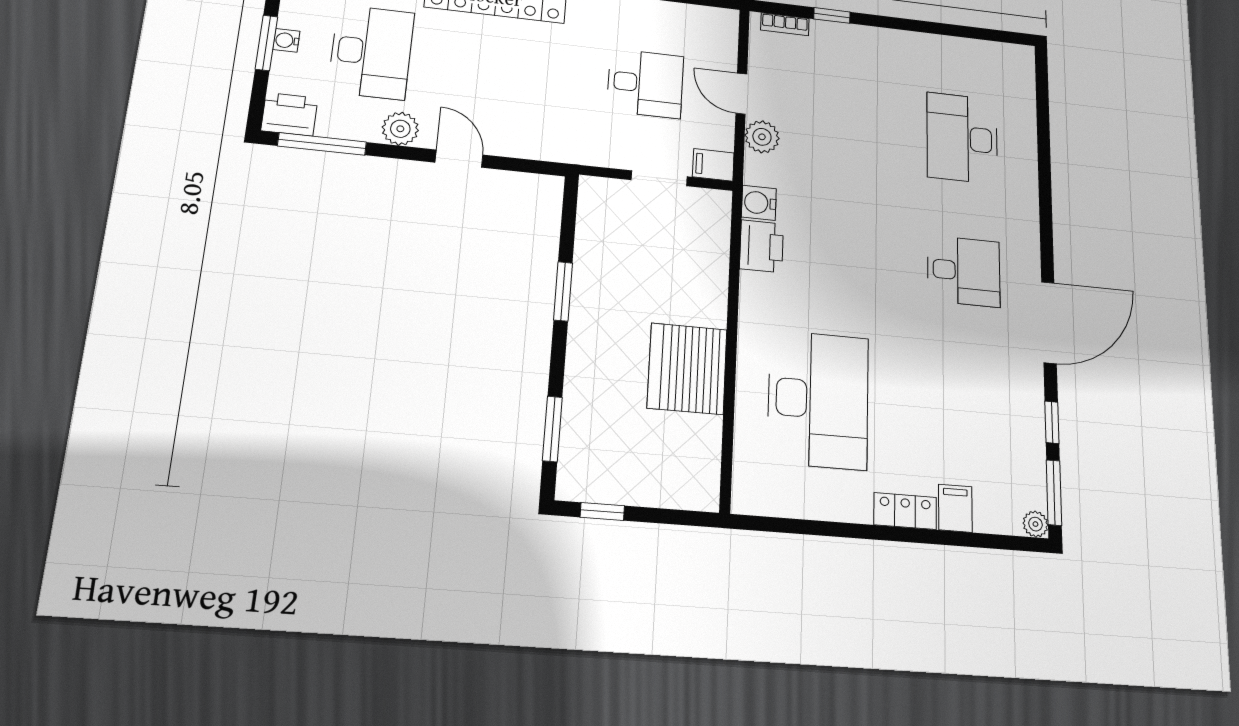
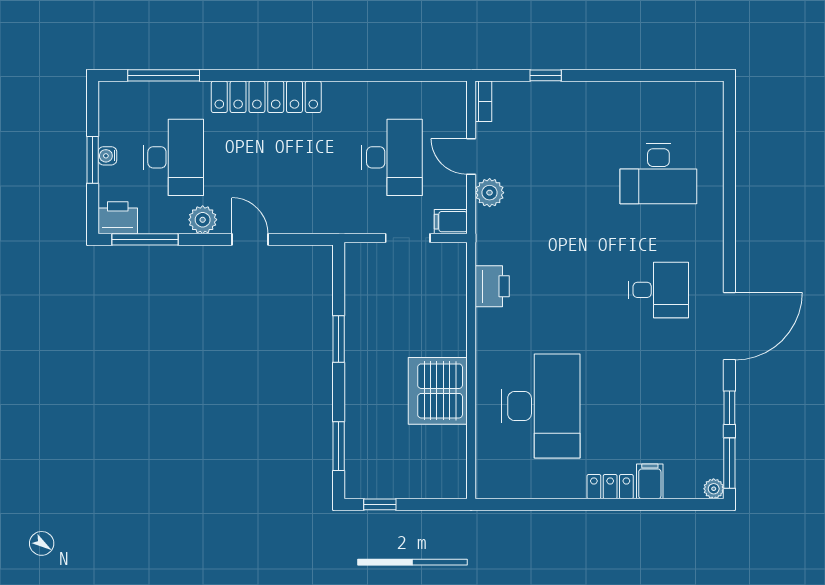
bookcase: (785, 24) -> (483, 101), moved, turned -90
desk: (645, 83) -> (392, 157), width x1.37
desk: (962, 138) -> (658, 174), turned -90
water cooler: (759, 203) -> (489, 250), removed

